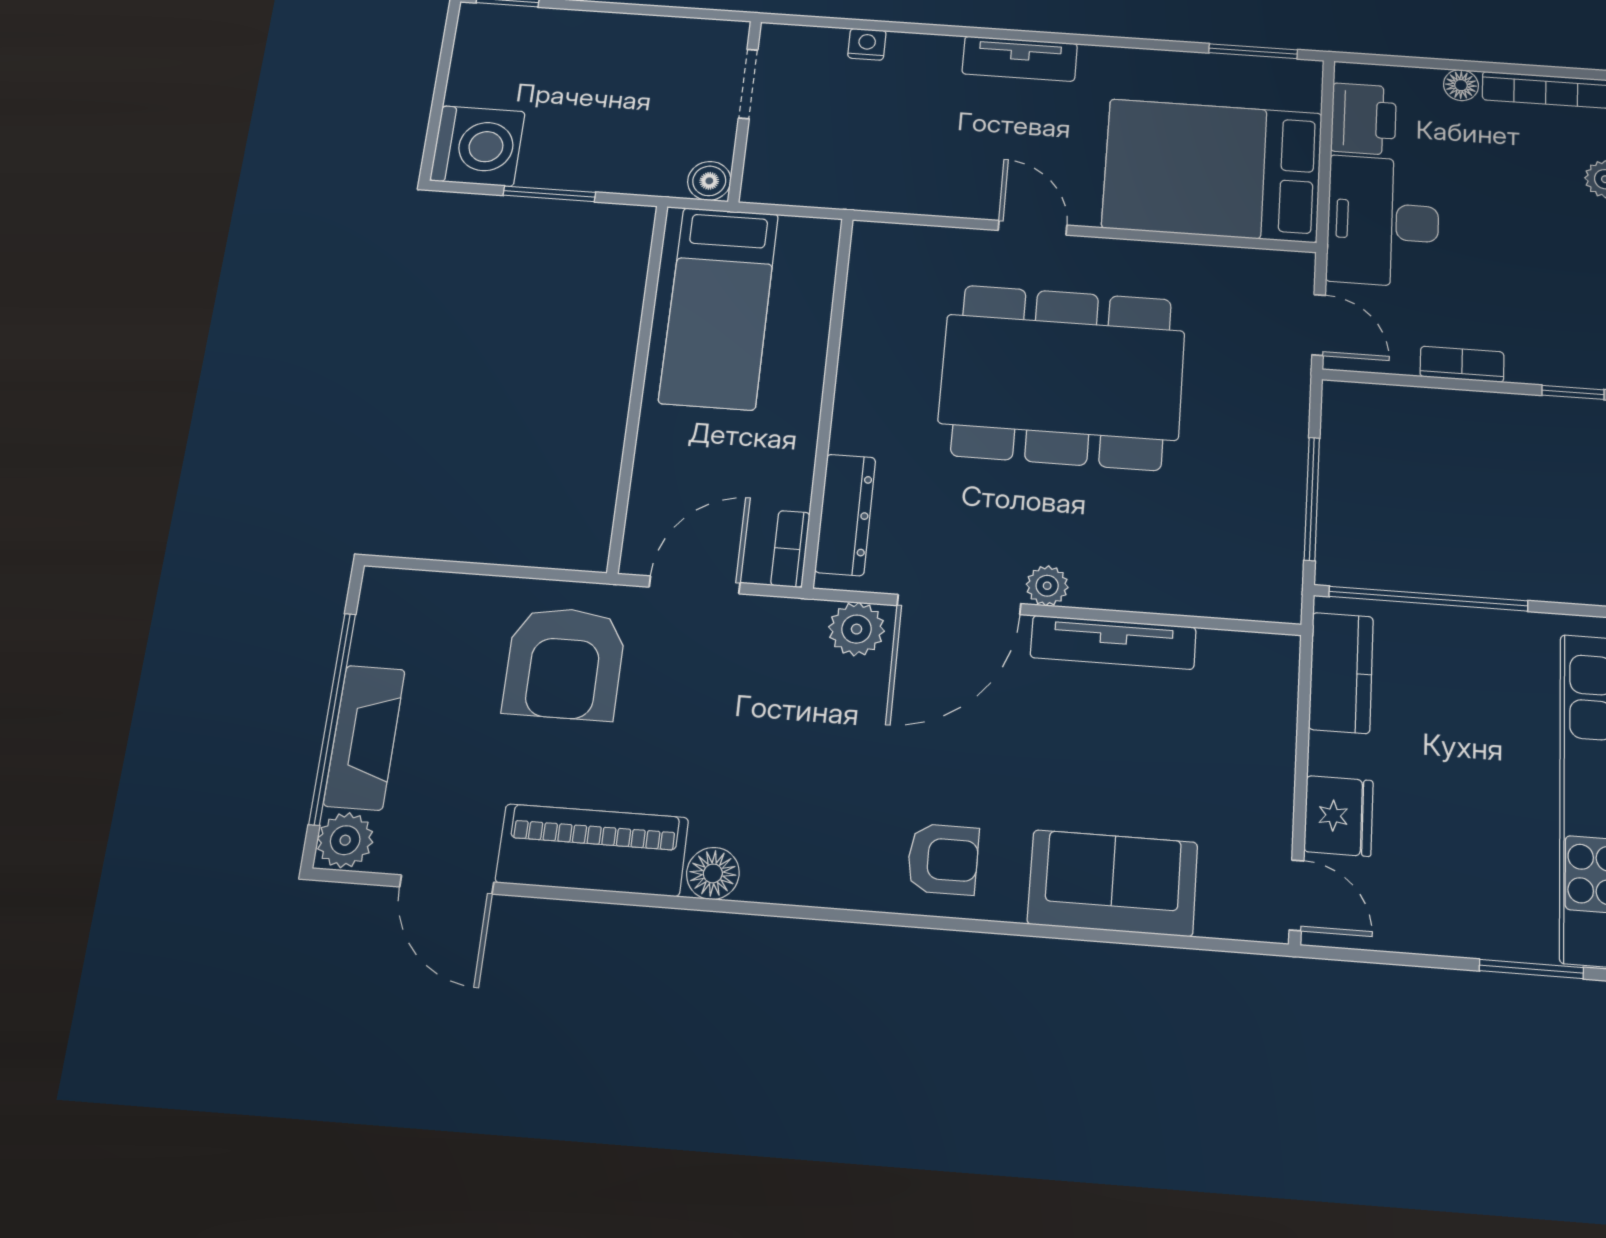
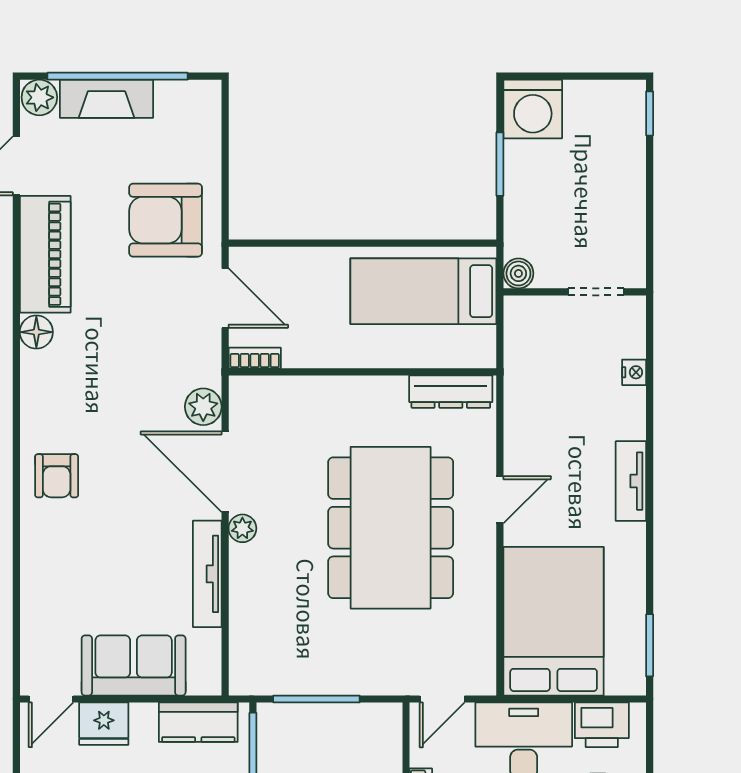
dresser: (845, 515) -> (451, 392), moved
sofa: (1113, 883) -> (134, 665), moved, turned -90

